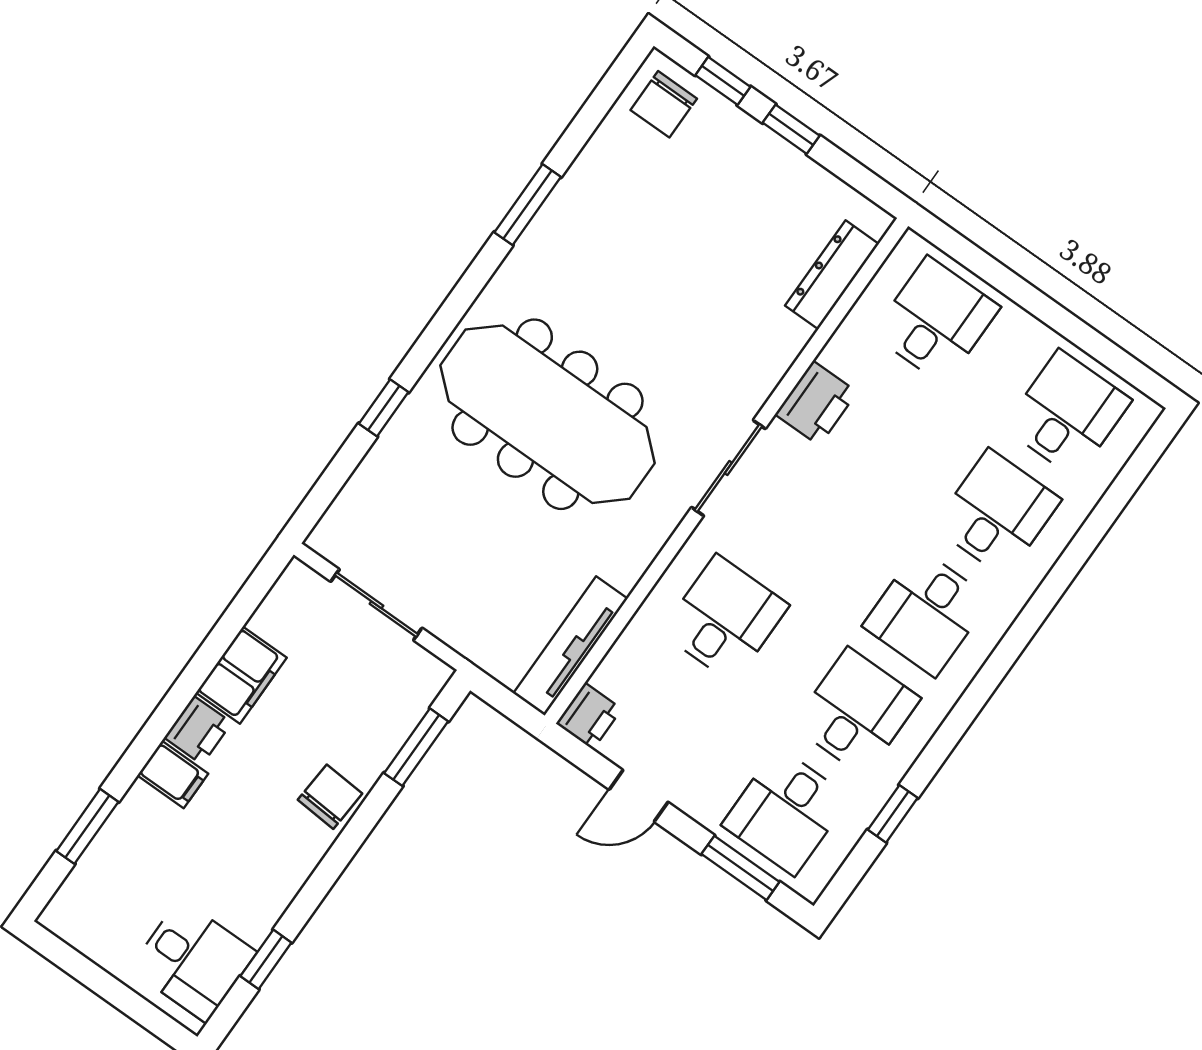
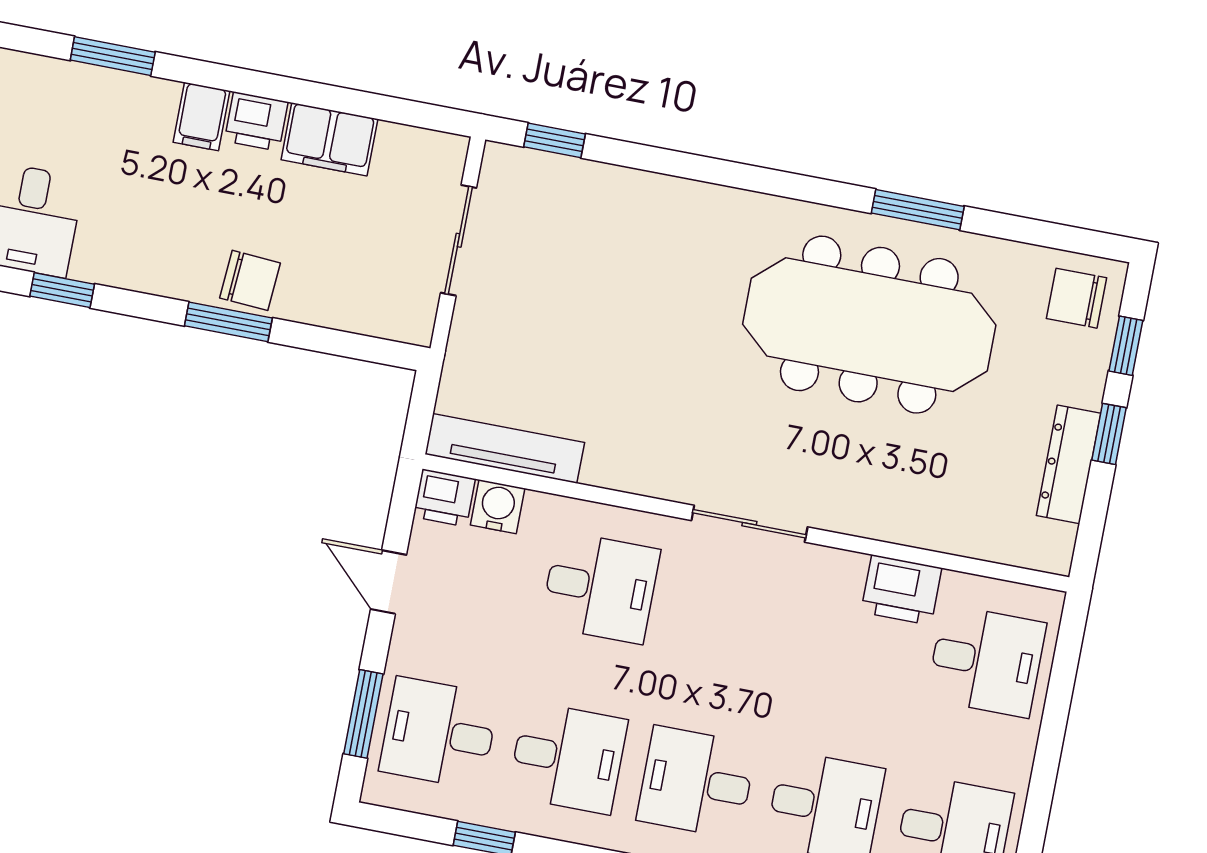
dresser: (832, 275) -> (1069, 464), moved, turned -90
printer: (816, 403) -> (901, 590), moved
window: (384, 408) -> (555, 140), moved
meeting table: (548, 414) -> (869, 325), moved, turned 90
water cooler: (617, 674) -> (498, 507), added
window: (416, 747) -> (228, 322), moved

